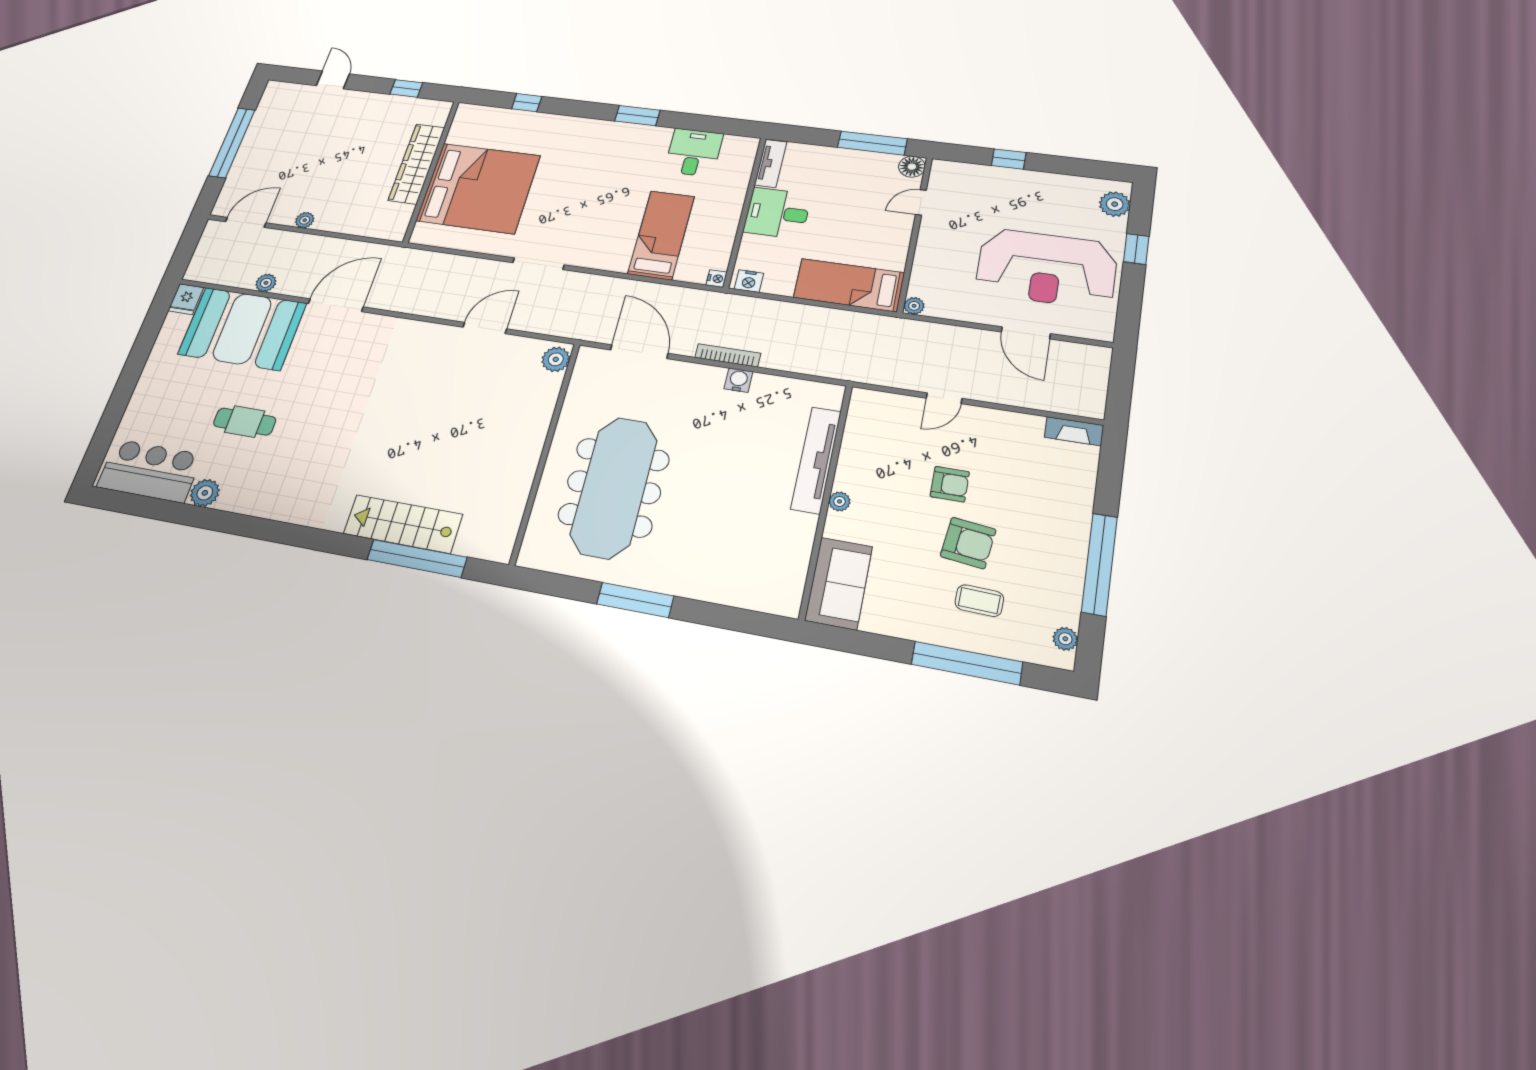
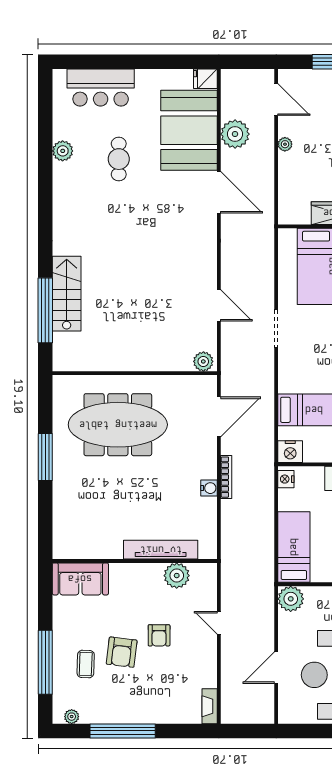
nightstand: (717, 279) -> (290, 452), width x1.89, depth x1.79
plant: (266, 283) -> (235, 134), width x1.88, depth x1.88
plant: (914, 306) -> (291, 599), width x1.87, depth x1.87
bar counter: (150, 471) -> (101, 88), moved, turned 90
plant: (839, 501) -> (177, 576), moved, width x1.87, depth x1.87

